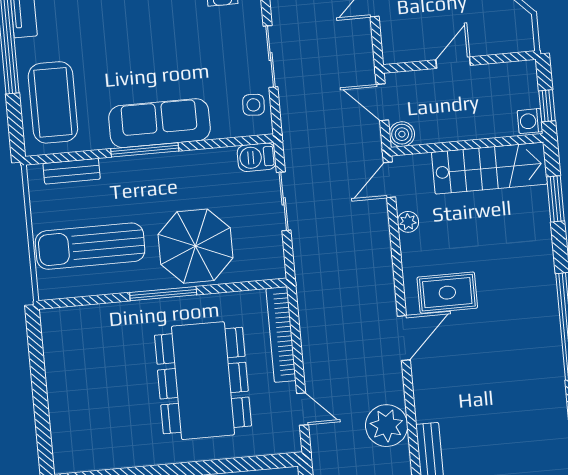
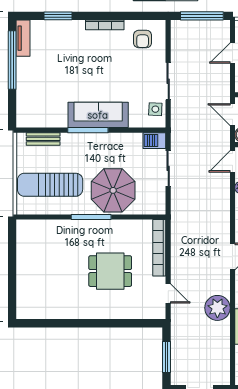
coffee table: (53, 102) -> (36, 97), removed
dining table: (203, 381) -> (110, 271), width x0.53, depth x0.80

